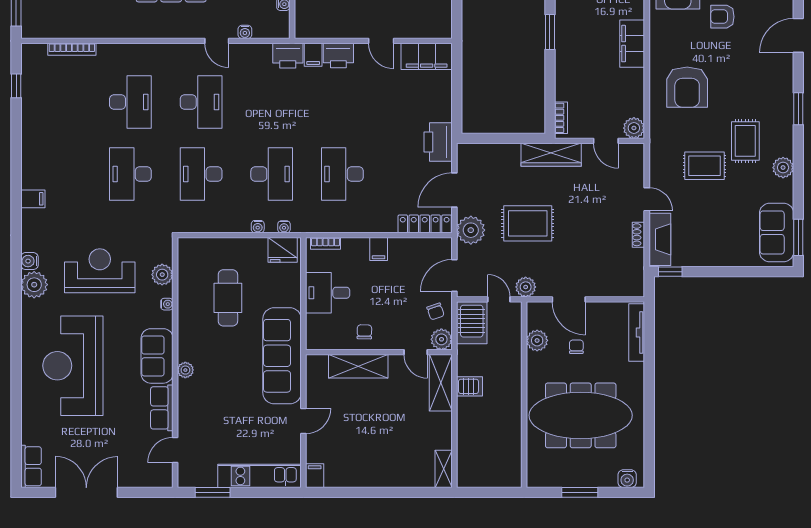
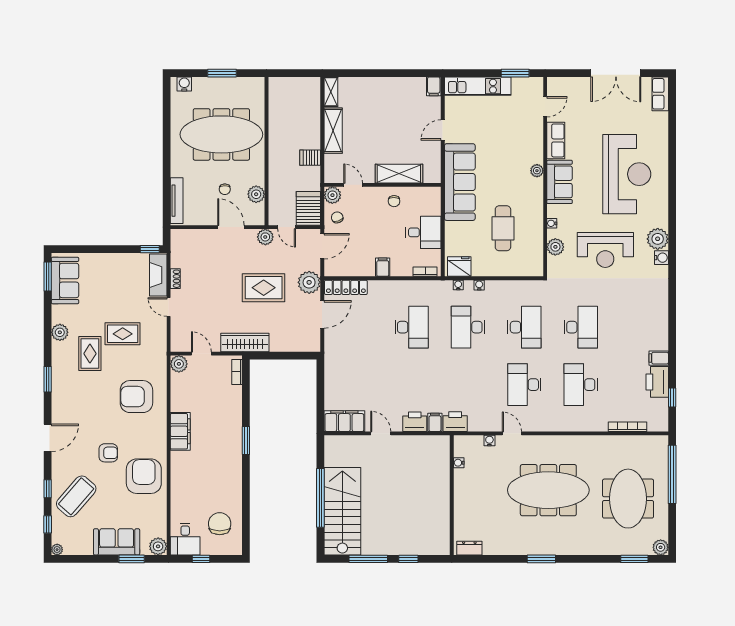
armchair: (687, 87) -> (136, 397), turned -90
printer: (438, 142) -> (657, 382), moved, turned 180
filing cabinet: (33, 199) -> (659, 358), moved
shelving: (441, 383) -> (333, 131), moved

